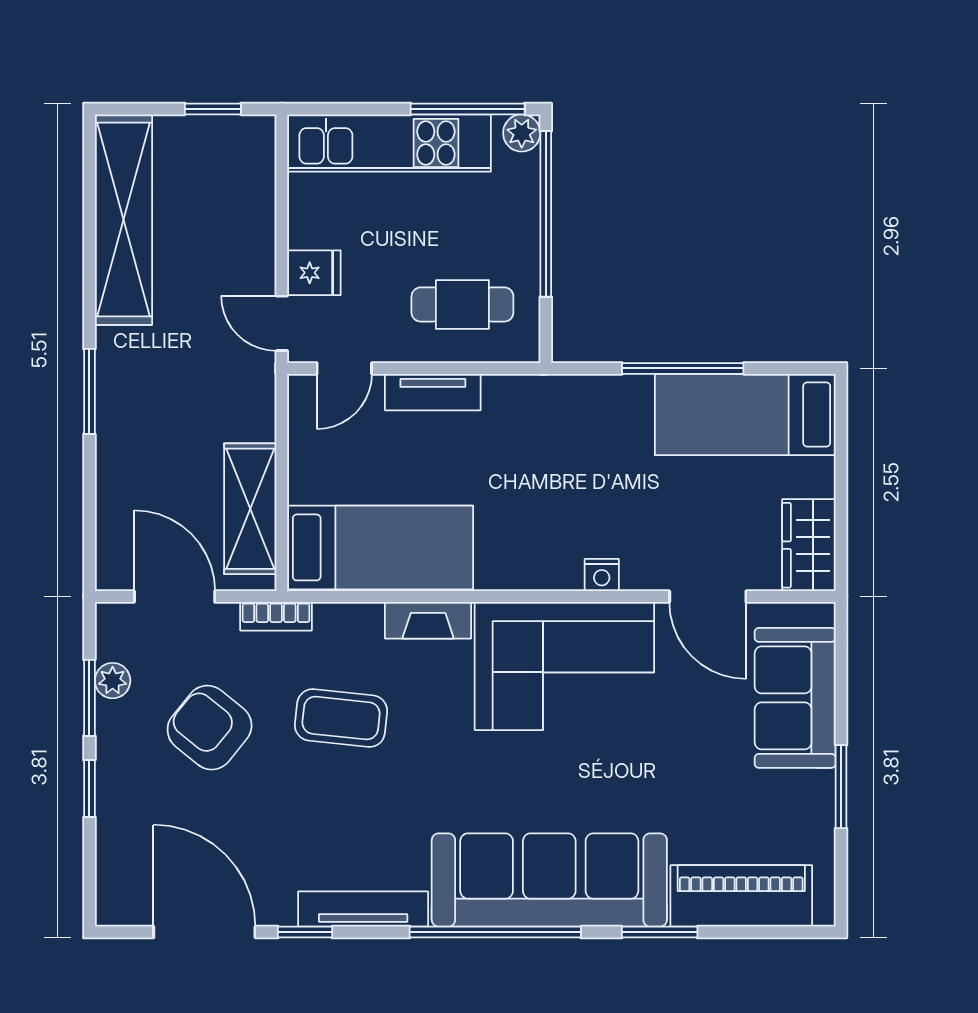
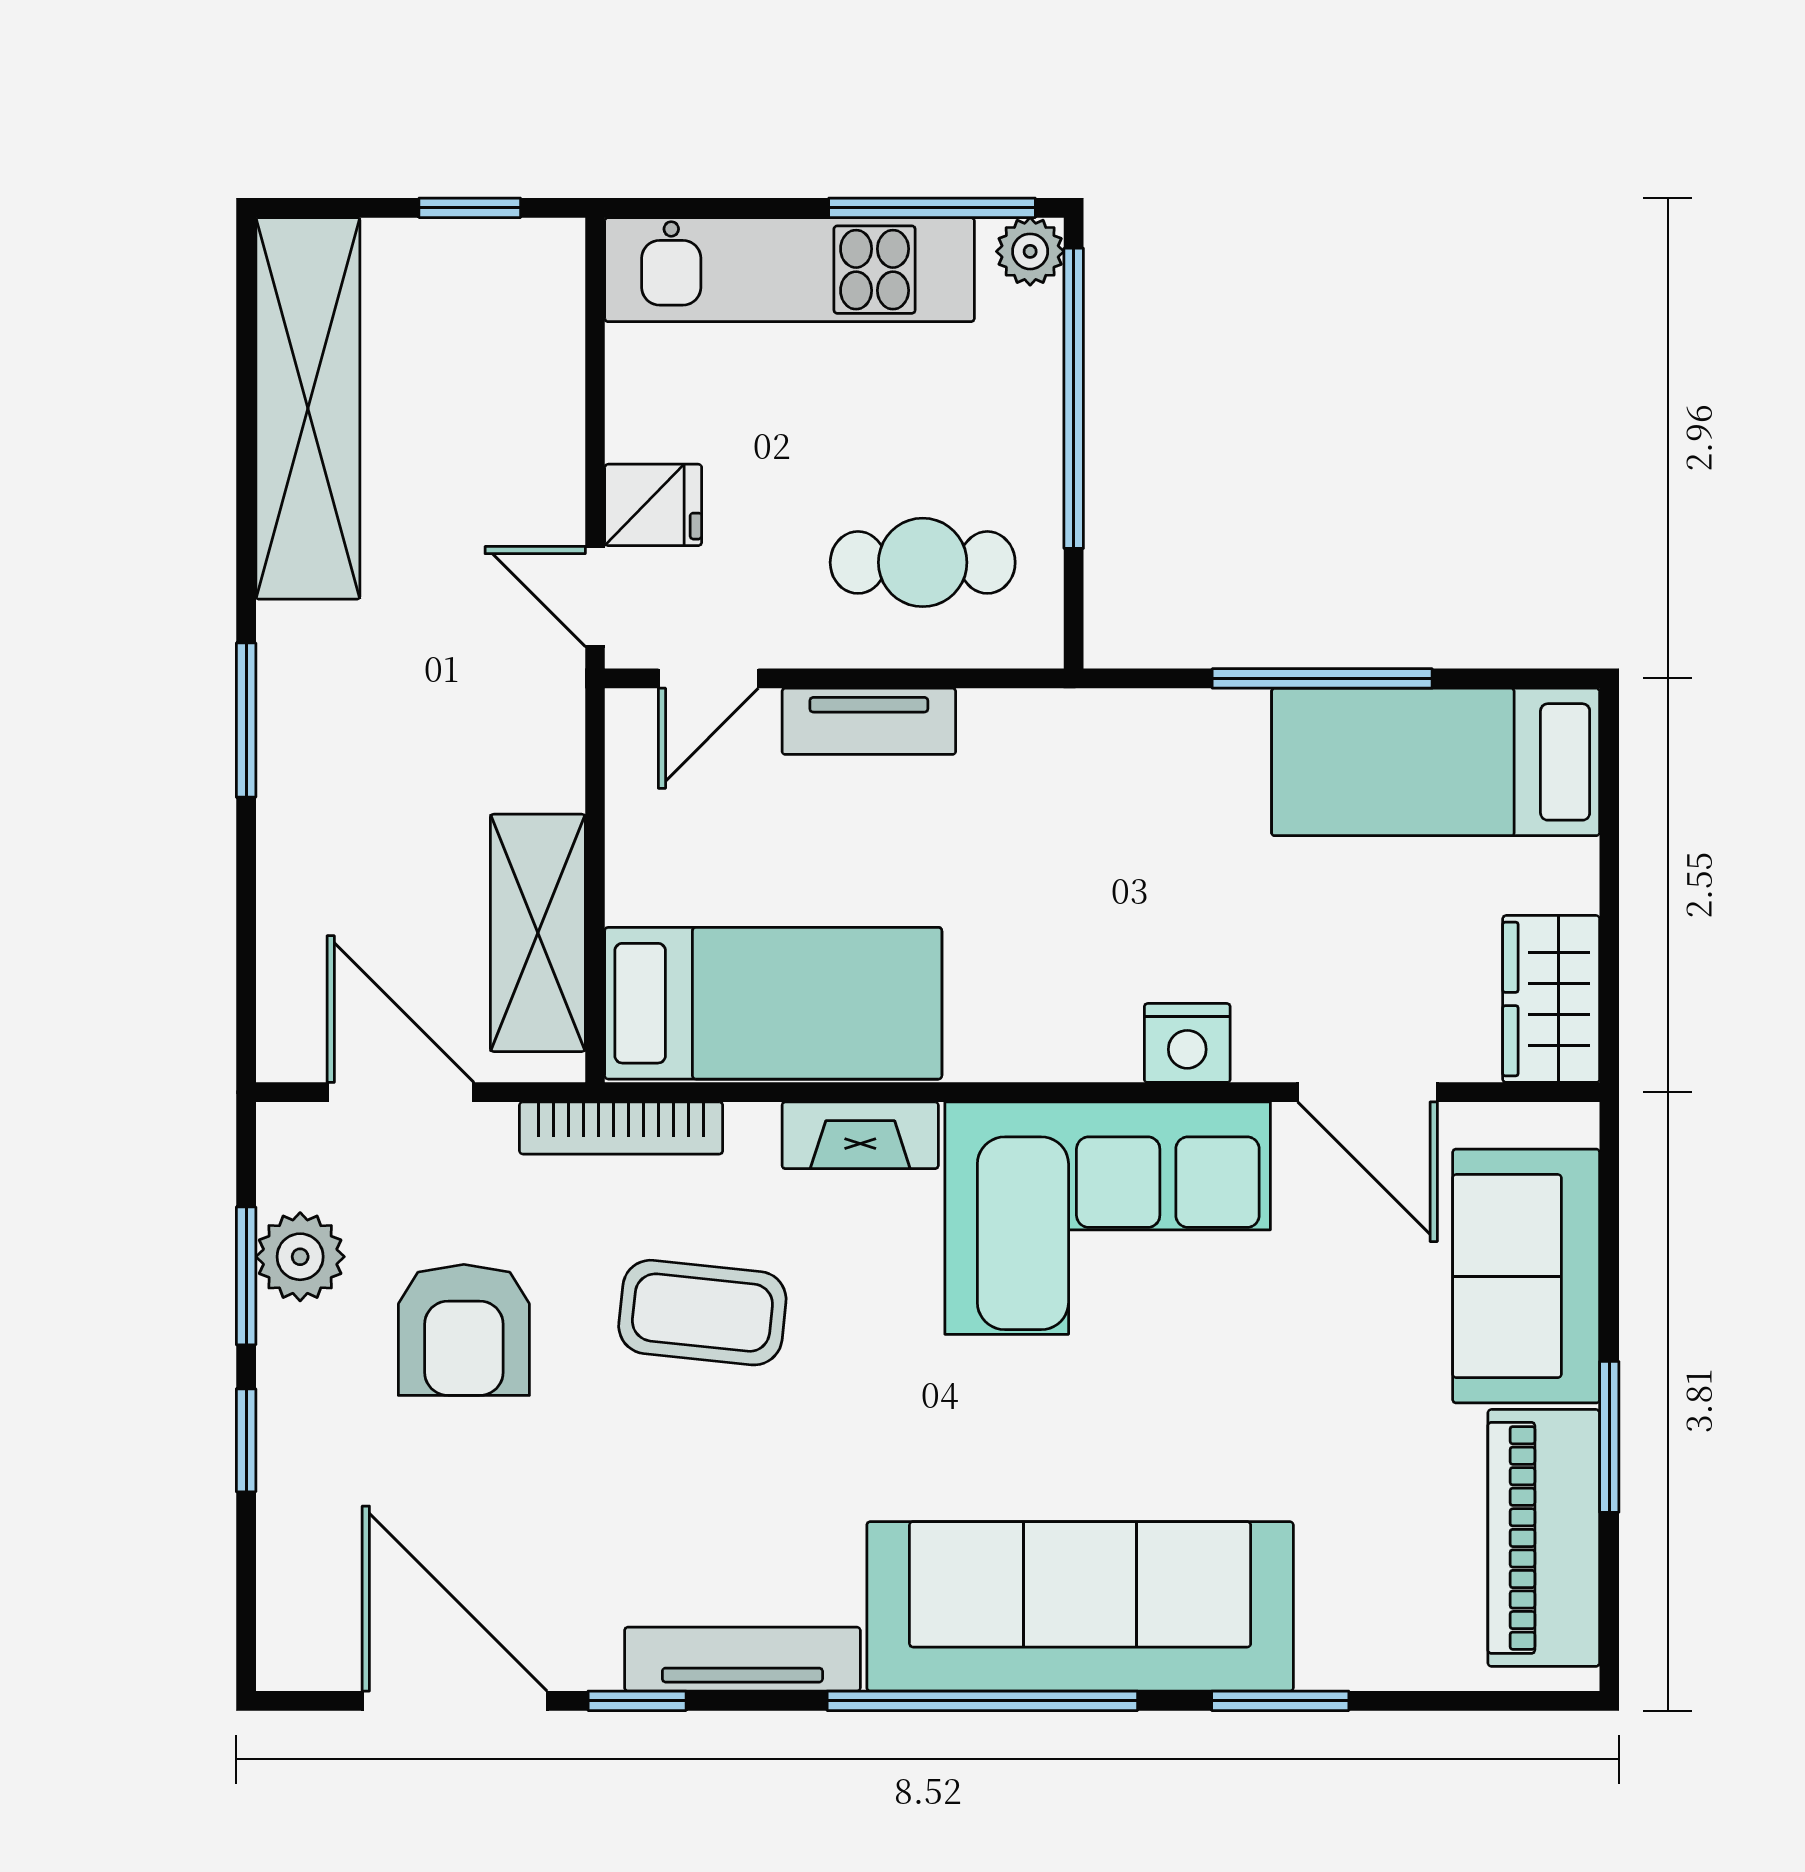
nightstand: (602, 575) -> (1187, 1043), width x1.39, depth x1.35
bookcase: (276, 616) -> (621, 1128), width x1.56
plant: (113, 681) -> (300, 1257), width x1.38, depth x1.38
armchair: (210, 728) -> (464, 1330), turned -129
piano: (741, 896) -> (1544, 1538), moved, turned -90

